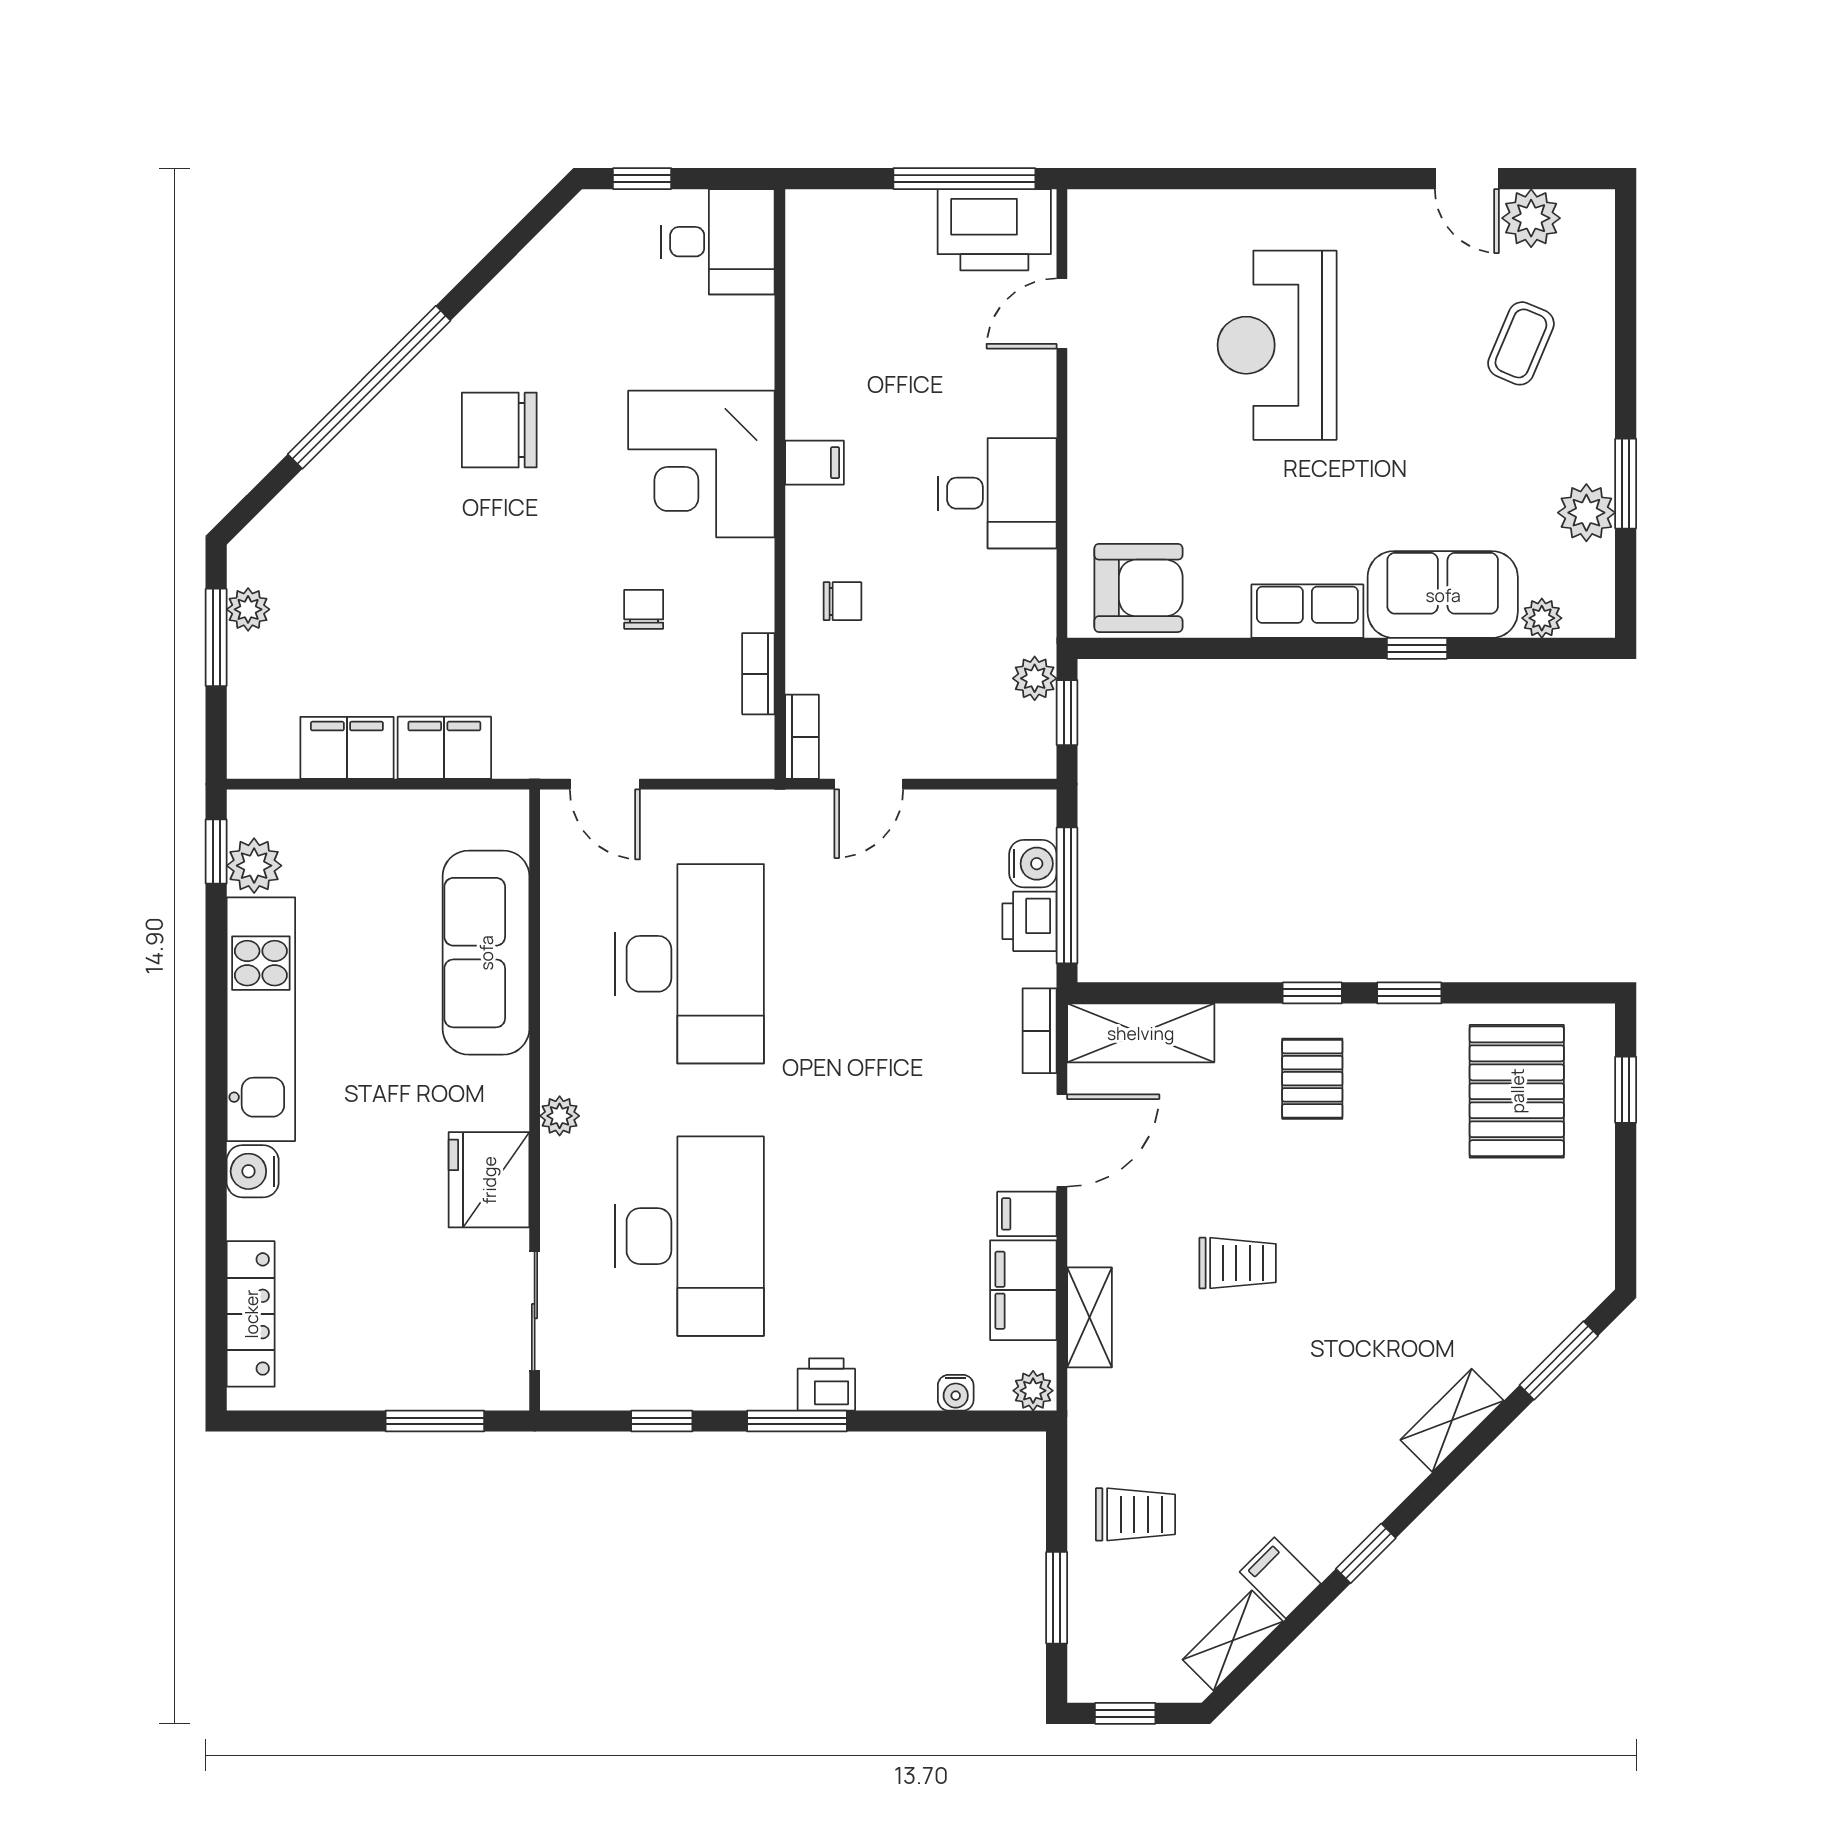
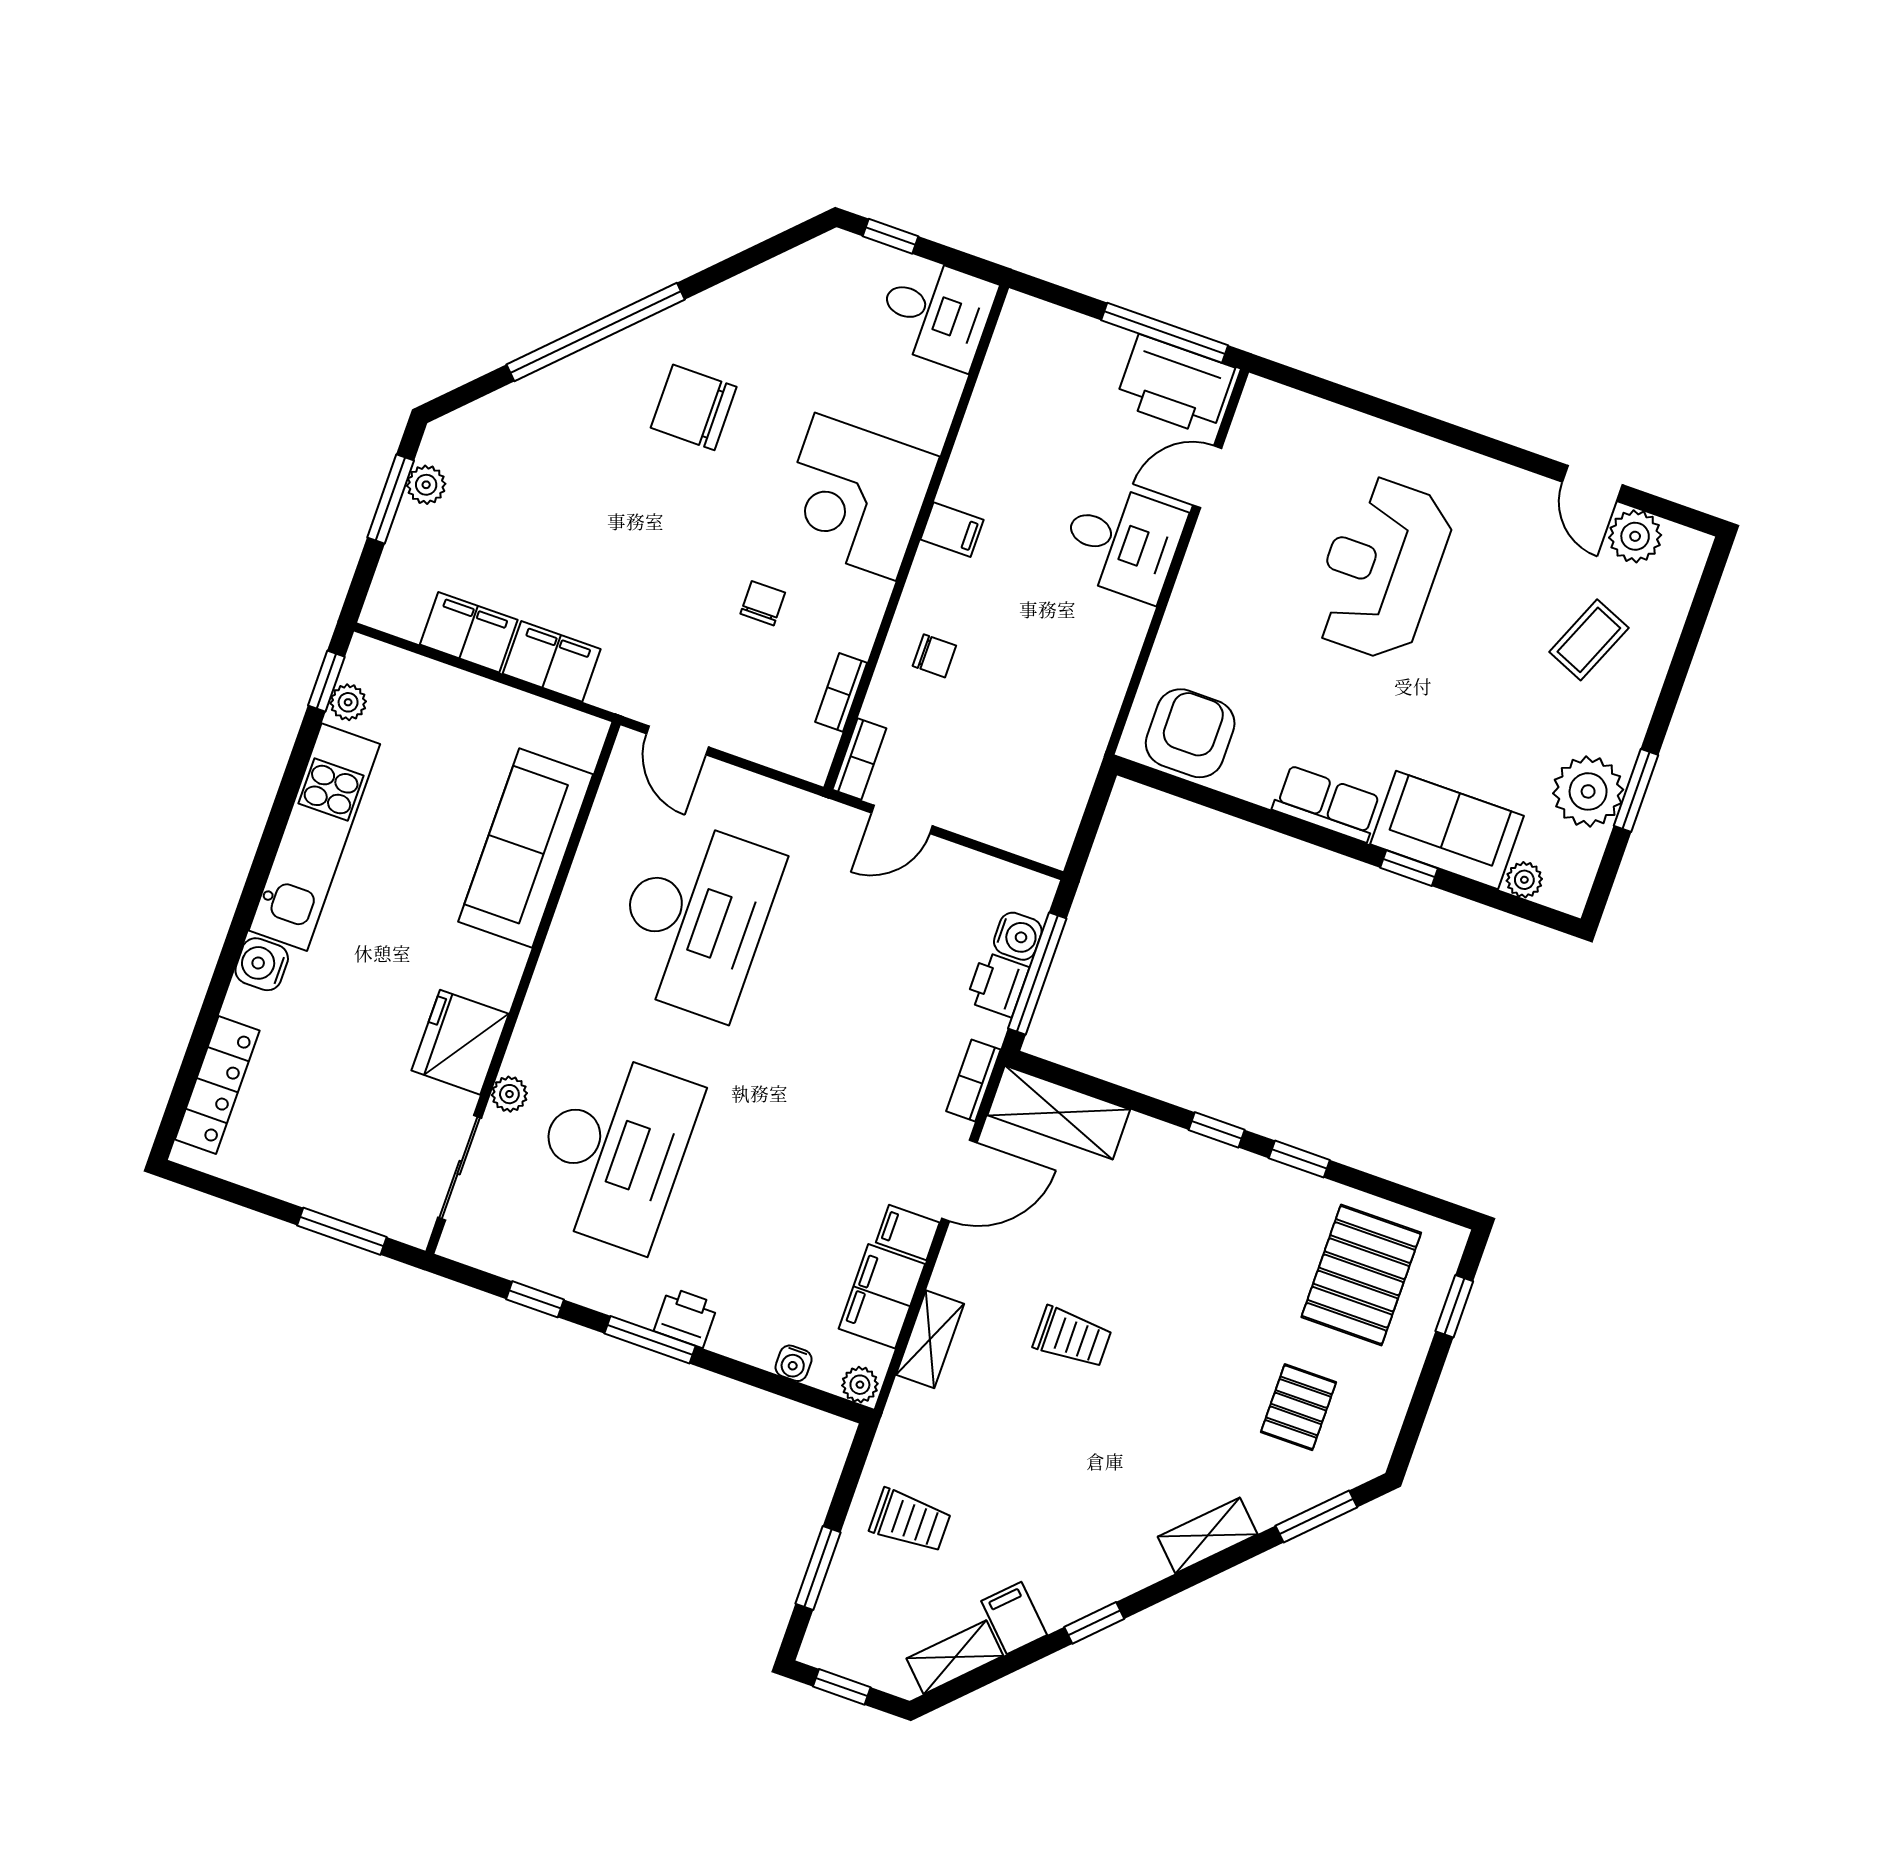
desk: (997, 493) -> (1122, 542), moved
plant: (1586, 513) -> (1588, 791), width x1.36, depth x1.36
armchair: (1138, 588) -> (1190, 733), turned -90
plant: (1035, 678) -> (1075, 779), removed
window: (1067, 713) -> (1092, 818), removed
plant: (254, 866) -> (348, 702), width x0.73, depth x0.73
pallet: (1312, 1079) -> (1299, 1407), moved
plant: (560, 1116) -> (509, 1094), moved

